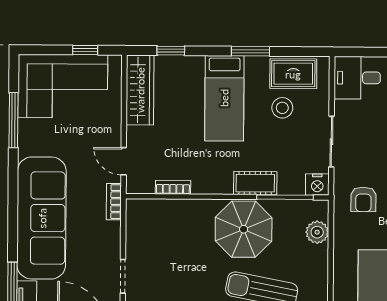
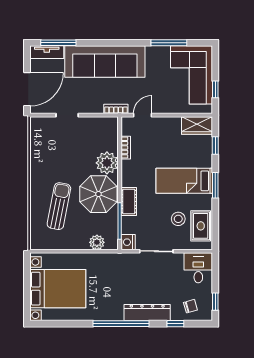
window: (250, 51) -> (215, 185), moved
wardrobe: (140, 90) -> (197, 125), width x0.67
armchair: (363, 199) -> (119, 272), removed
plant: (196, 216) -> (107, 163), added

